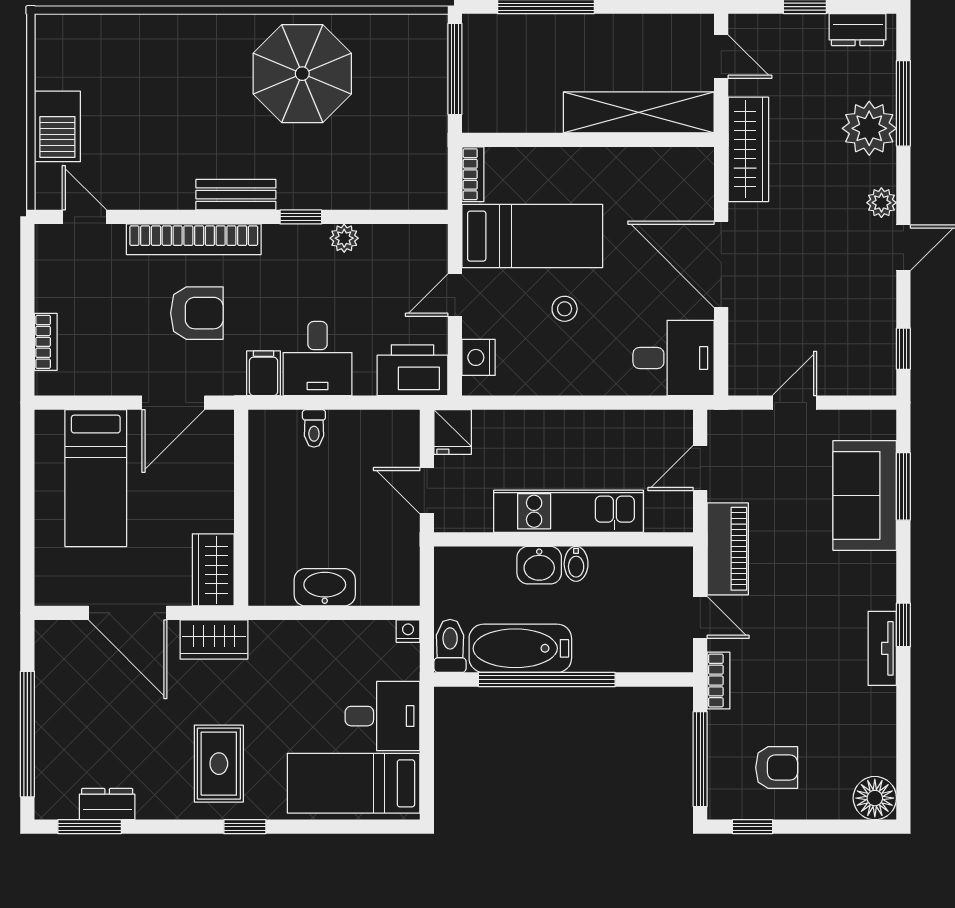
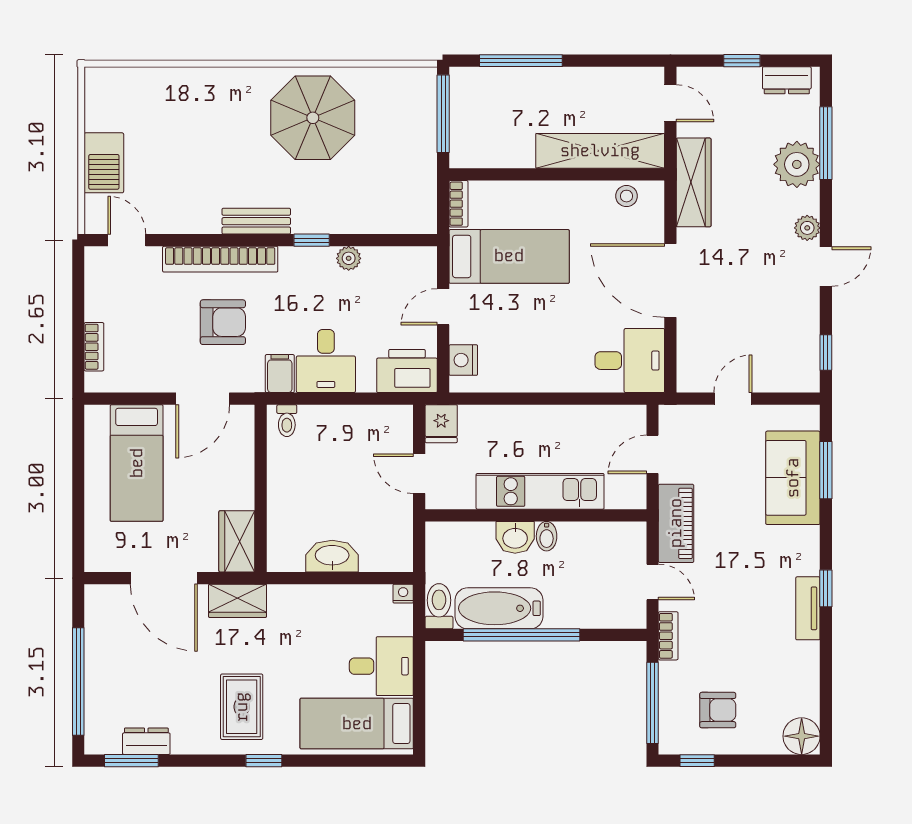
stool: (565, 309) -> (627, 196), moved
toilet: (314, 428) -> (287, 421), moved

